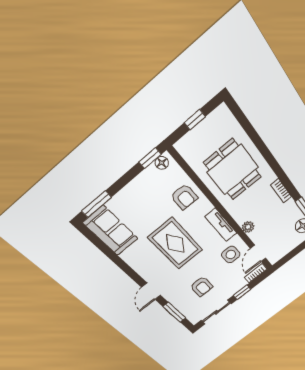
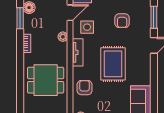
dining table: (233, 170) -> (46, 80), turned 90
armchair: (202, 286) -> (122, 21), turned 180

